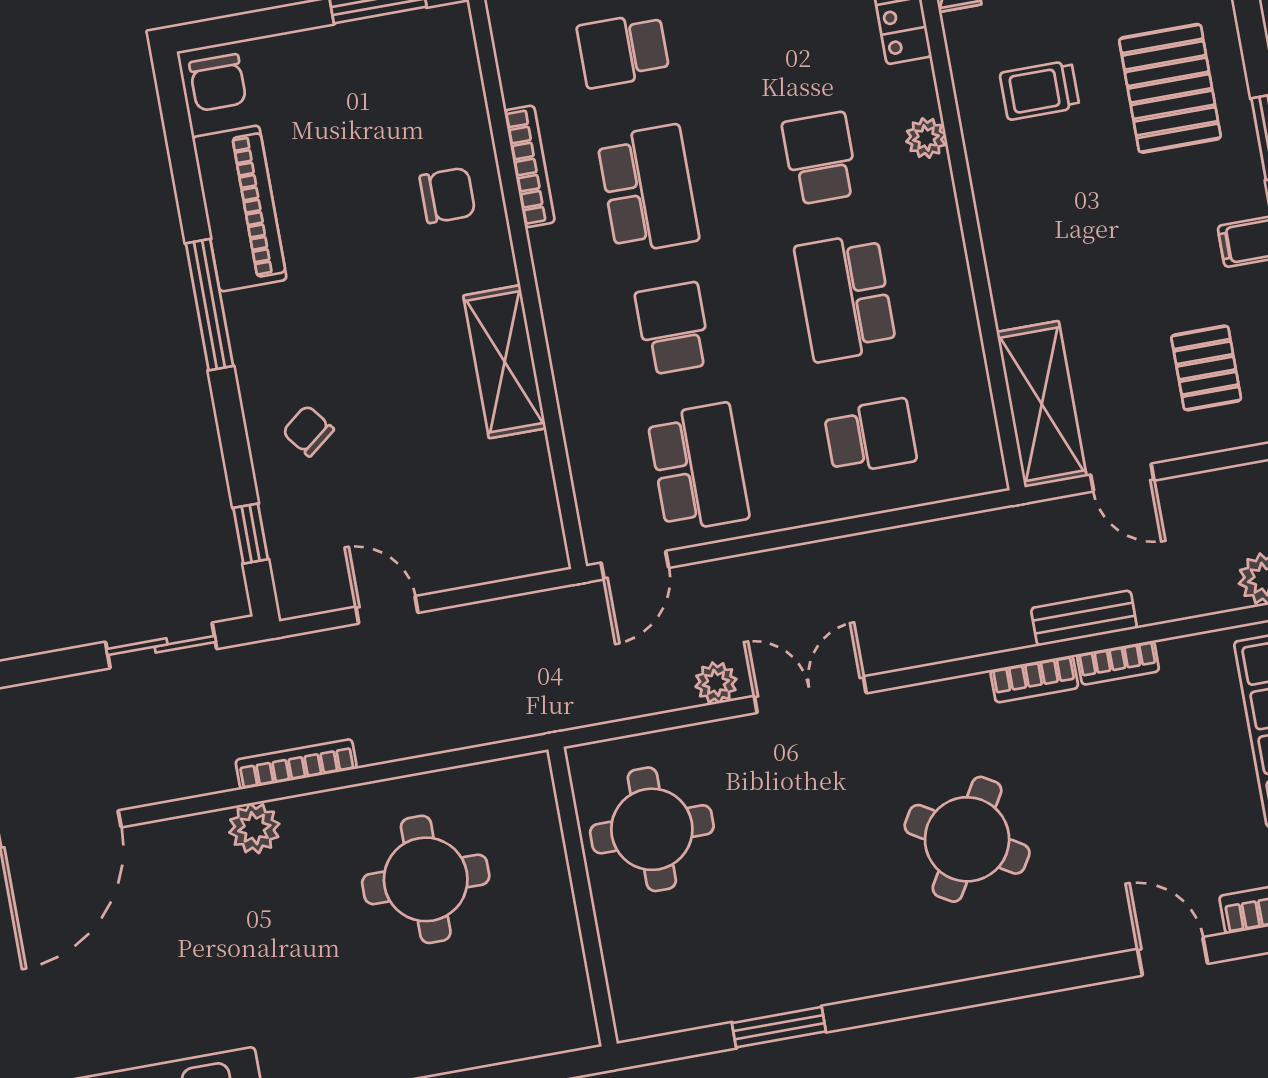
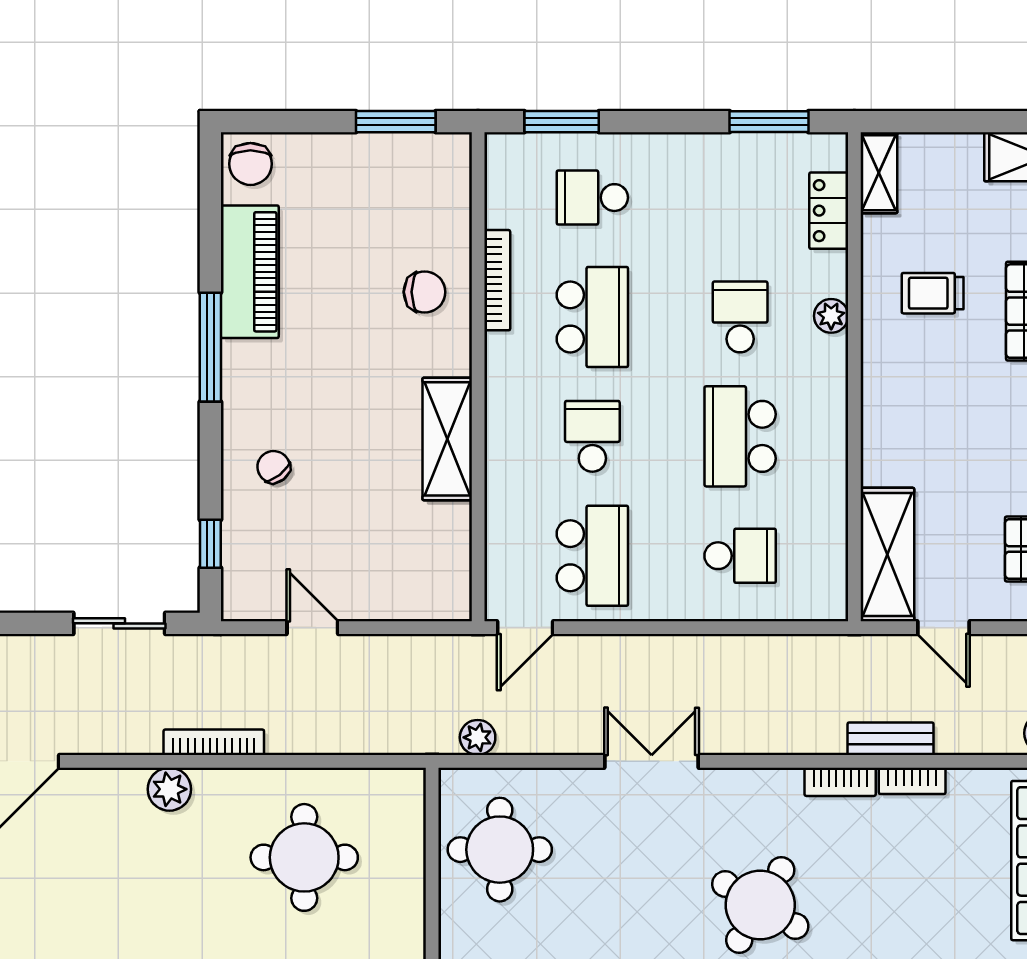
plant: (716, 683) -> (478, 737), moved

